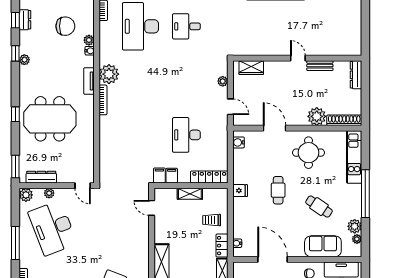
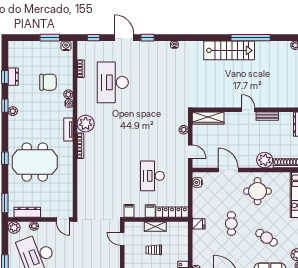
desk: (186, 26) -> (152, 82), removed
wardrobe: (251, 68) -> (208, 118), width x1.50
filing cabinet: (172, 176) -> (150, 211), moved
trolley: (212, 220) -> (154, 250), moved

